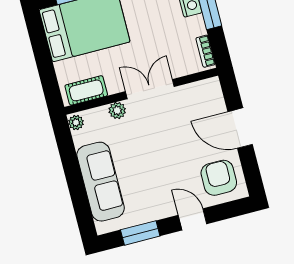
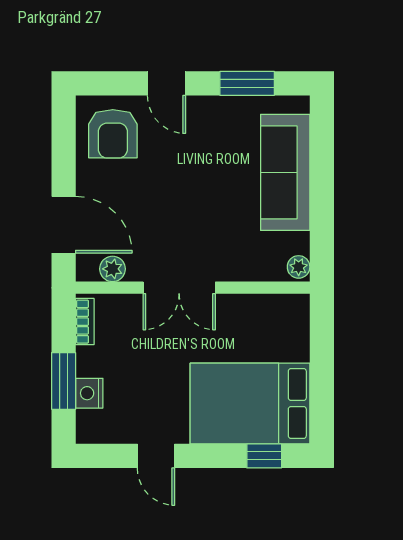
cot: (86, 90) -> (272, 310), removed
plant: (117, 110) -> (113, 269), moved
door: (240, 128) -> (64, 225), moved

